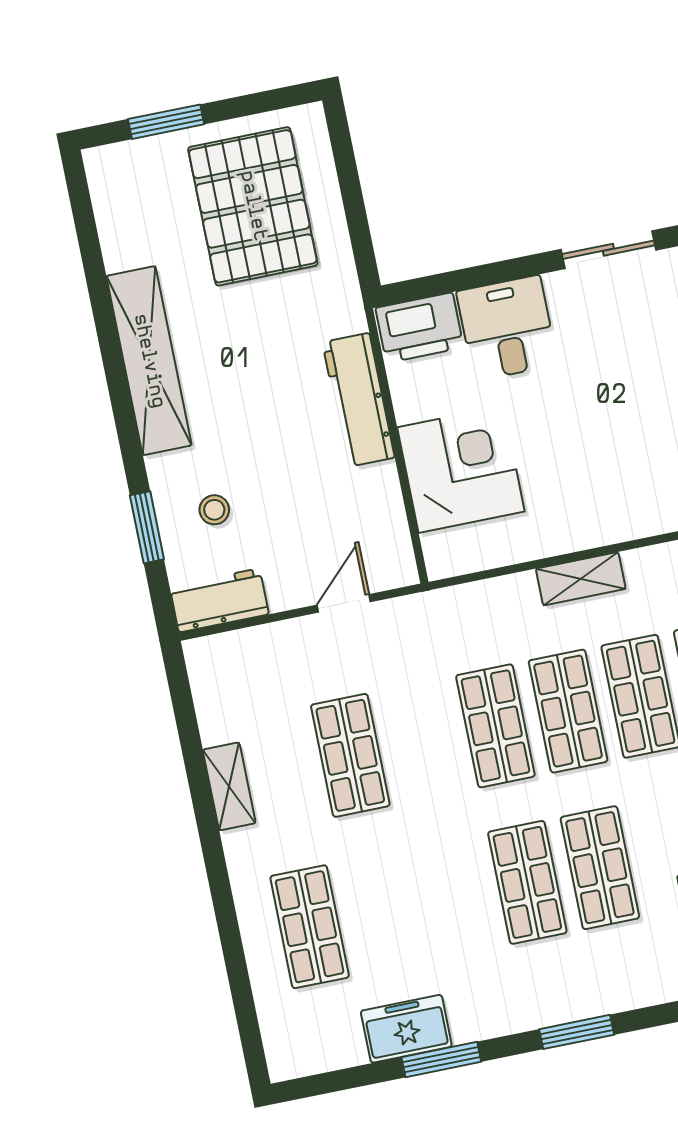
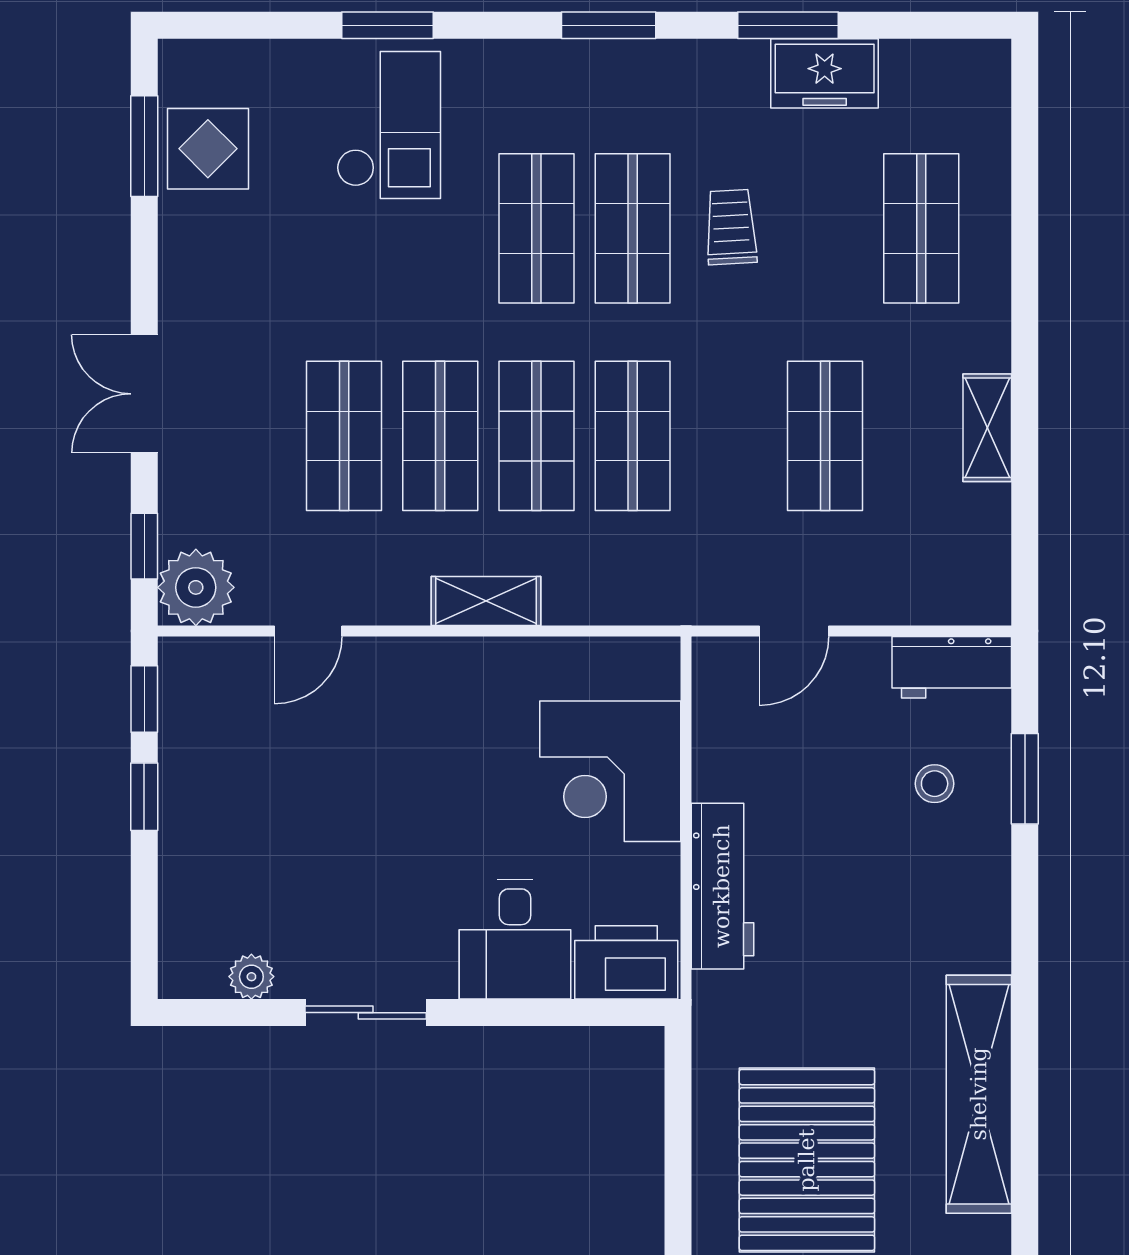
shelving: (149, 361) -> (979, 1094), moved
trolley: (453, 898) -> (731, 227), added

